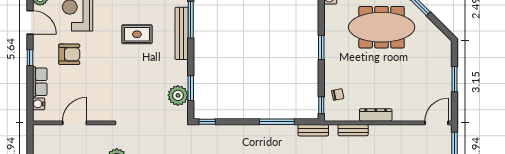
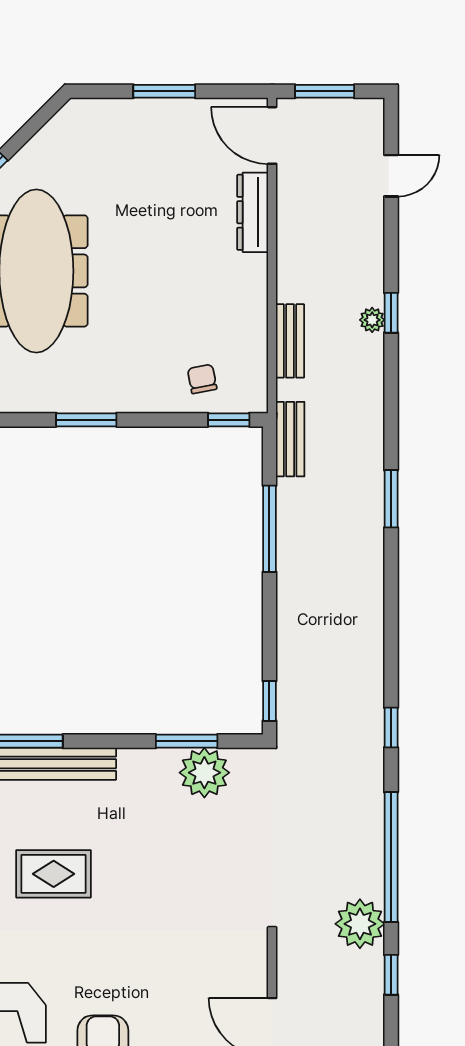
rug: (137, 34) -> (54, 874), turned 90
dresser: (376, 115) -> (253, 212), moved

